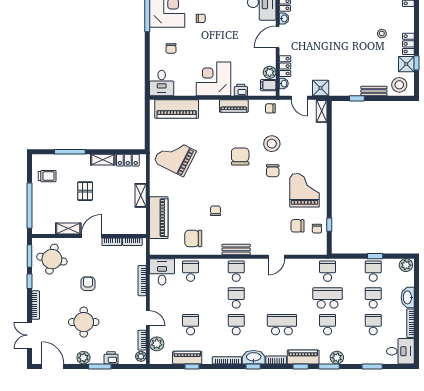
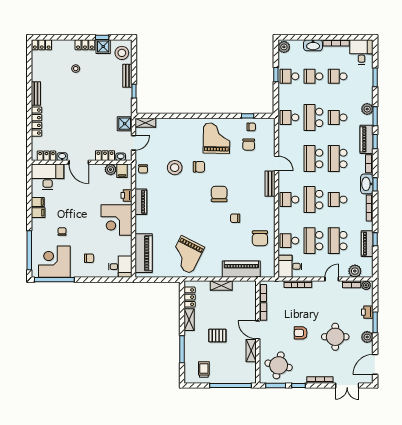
chair: (240, 156) -> (219, 194), moved, turned 90
grand piano: (304, 190) -> (217, 138), turned 91
bench: (236, 249) -> (270, 184), moved
school desk: (191, 298) -> (313, 241), added
school desk: (236, 298) -> (313, 200), width x1.85
school desk: (282, 298) -> (313, 158), added
school desk: (191, 325) -> (338, 241), width x1.85

